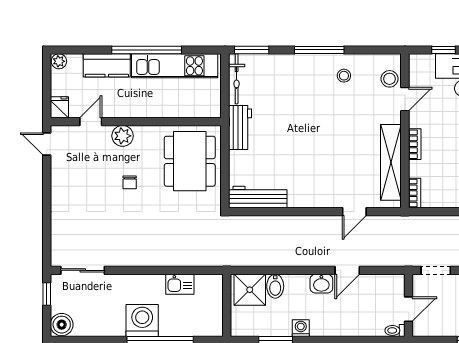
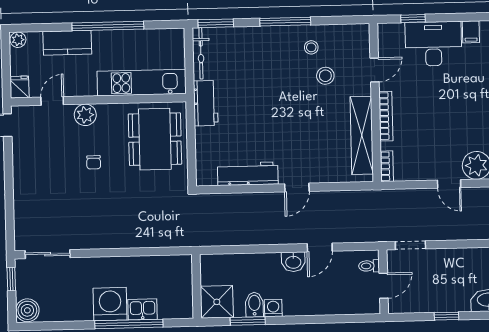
kitchen unit: (175, 66) -> (142, 83), moved, turned 180
stool: (389, 79) -> (325, 76), moved
bookcase: (415, 144) -> (386, 116), width x1.56
workbench: (258, 197) -> (248, 174), moved
door: (354, 212) -> (297, 188), moved
kitchen sink: (180, 284) -> (143, 309), moved, turned 180
bidet: (275, 286) -> (254, 305), moved, turned 180
shower: (250, 290) -> (217, 302), moved
toilet: (395, 330) -> (369, 266), moved

